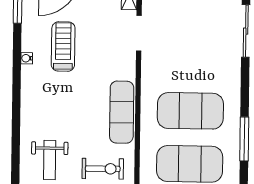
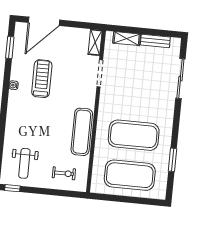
window: (244, 139) -> (172, 160), width x0.69
exercise bike: (103, 169) -> (64, 173), width x0.73, depth x0.72

